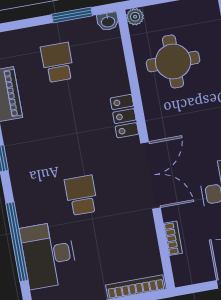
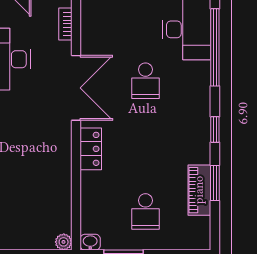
round table: (173, 61) -> (35, 193), removed
double door: (150, 175) -> (76, 88), swing flipped

